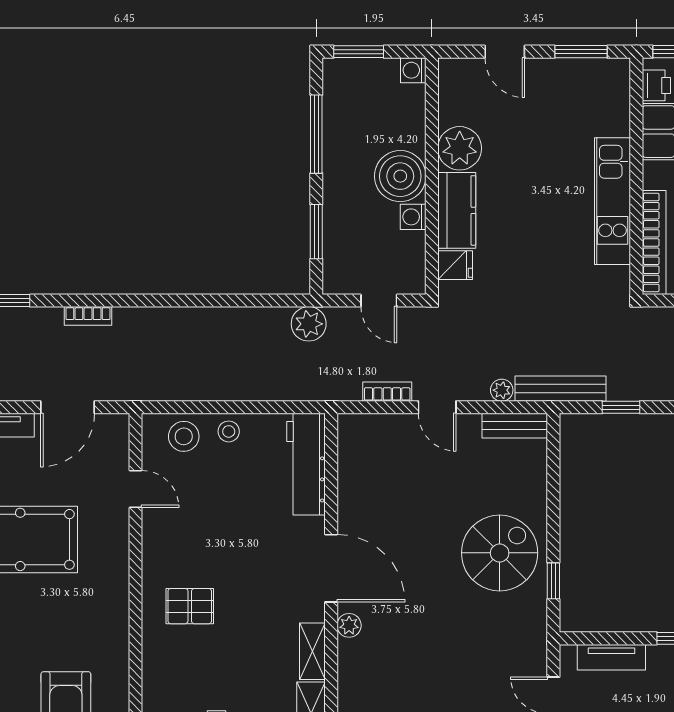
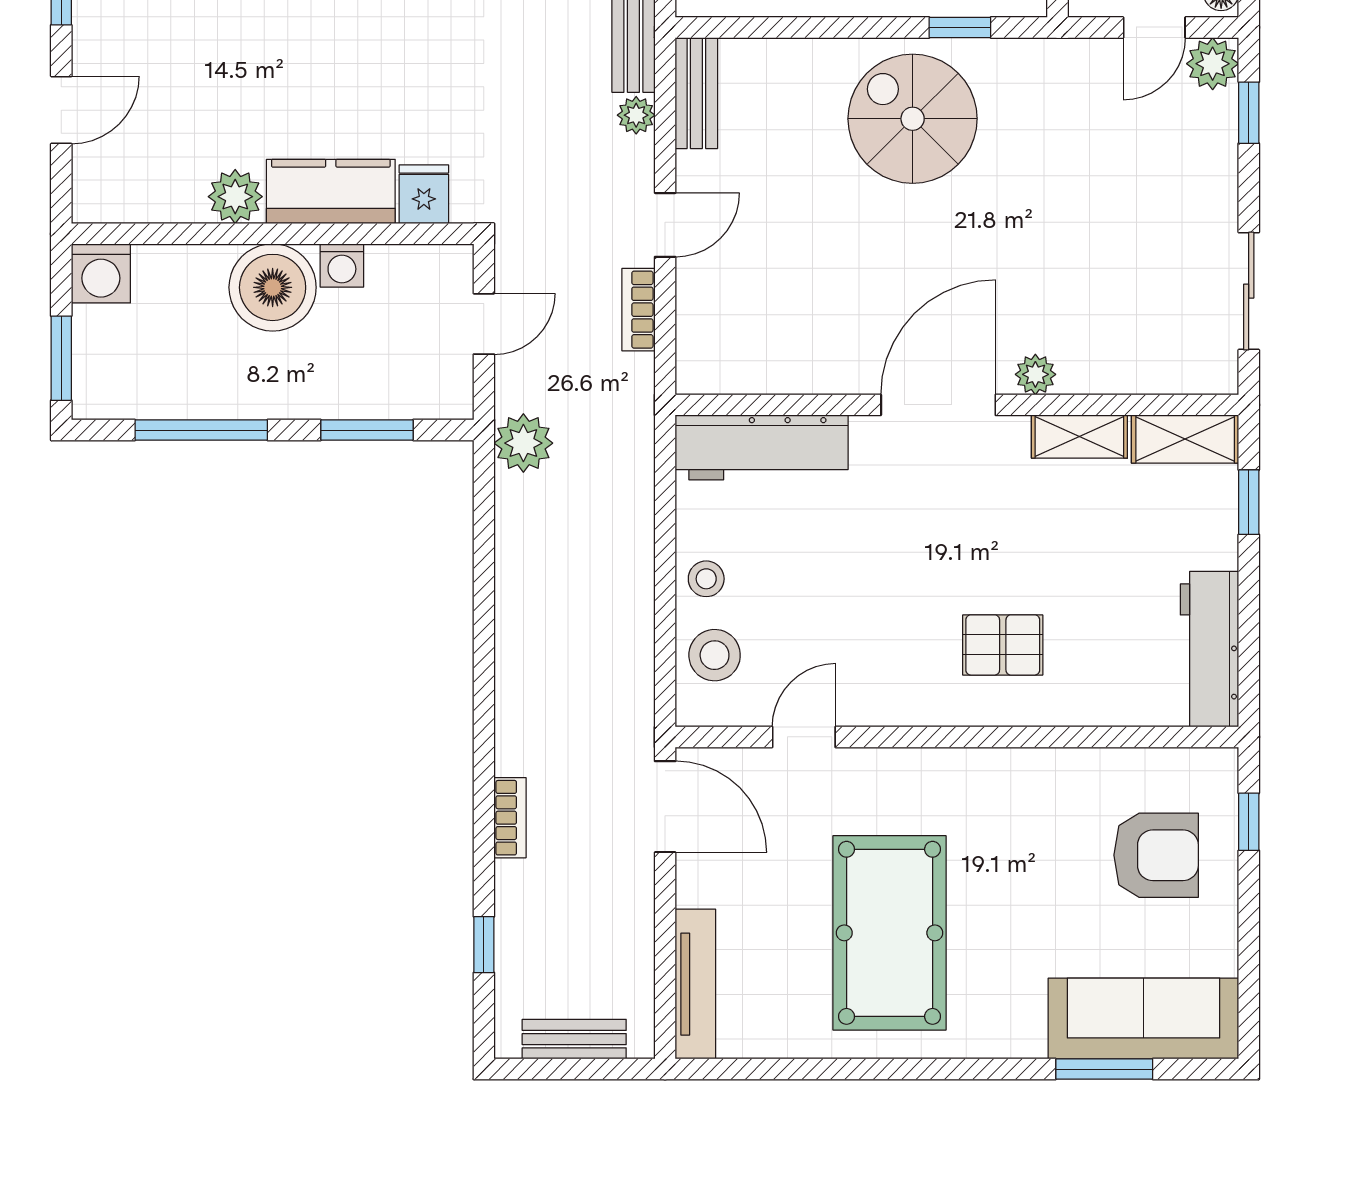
washing machine: (413, 70) -> (101, 273), width x1.38, depth x1.38
plant: (460, 148) -> (235, 197), width x0.73, depth x0.73
door: (67, 407) -> (665, 807), moved
pallet: (190, 606) -> (1003, 645), turned 90

